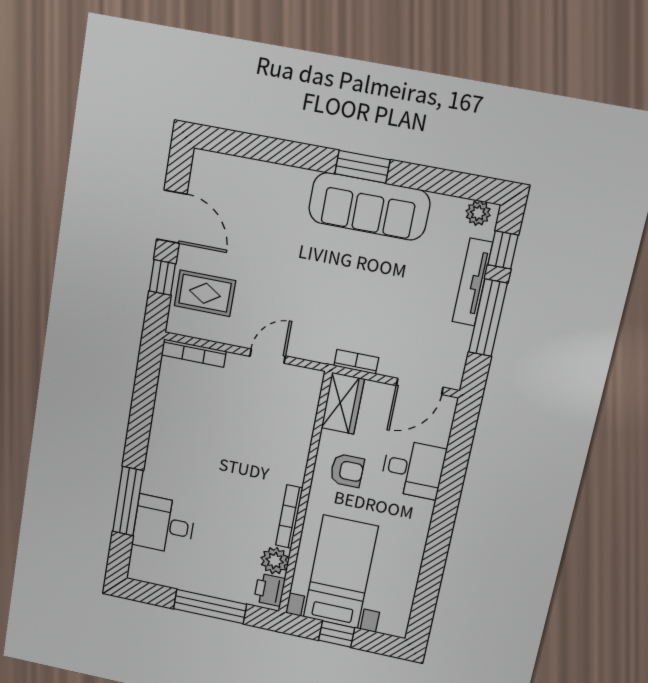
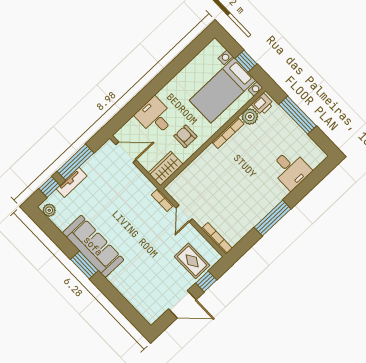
door: (172, 217) -> (182, 304), swing flipped
tv unit: (472, 282) -> (72, 182), width x0.71
door: (268, 356) -> (184, 213), hinge flipped
bookcase: (356, 362) -> (163, 200), moved
window: (128, 501) -> (272, 218), moved

